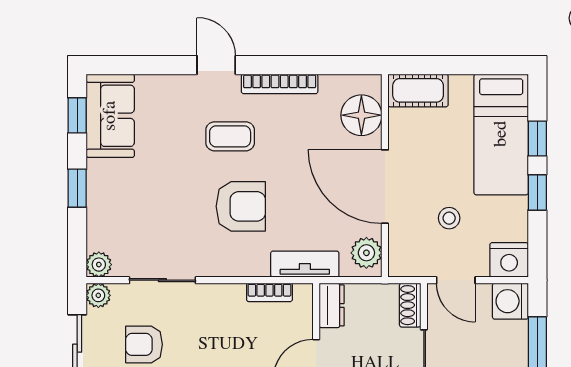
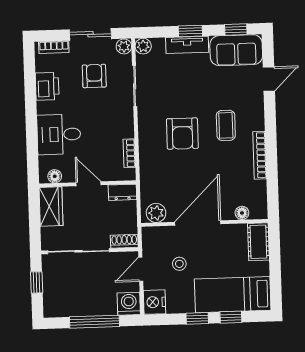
door: (216, 65) -> (269, 79), moved
floor lamp: (361, 115) -> (242, 213), width x0.53, depth x0.53
tv unit: (305, 264) -> (187, 45), moved, turned 90

